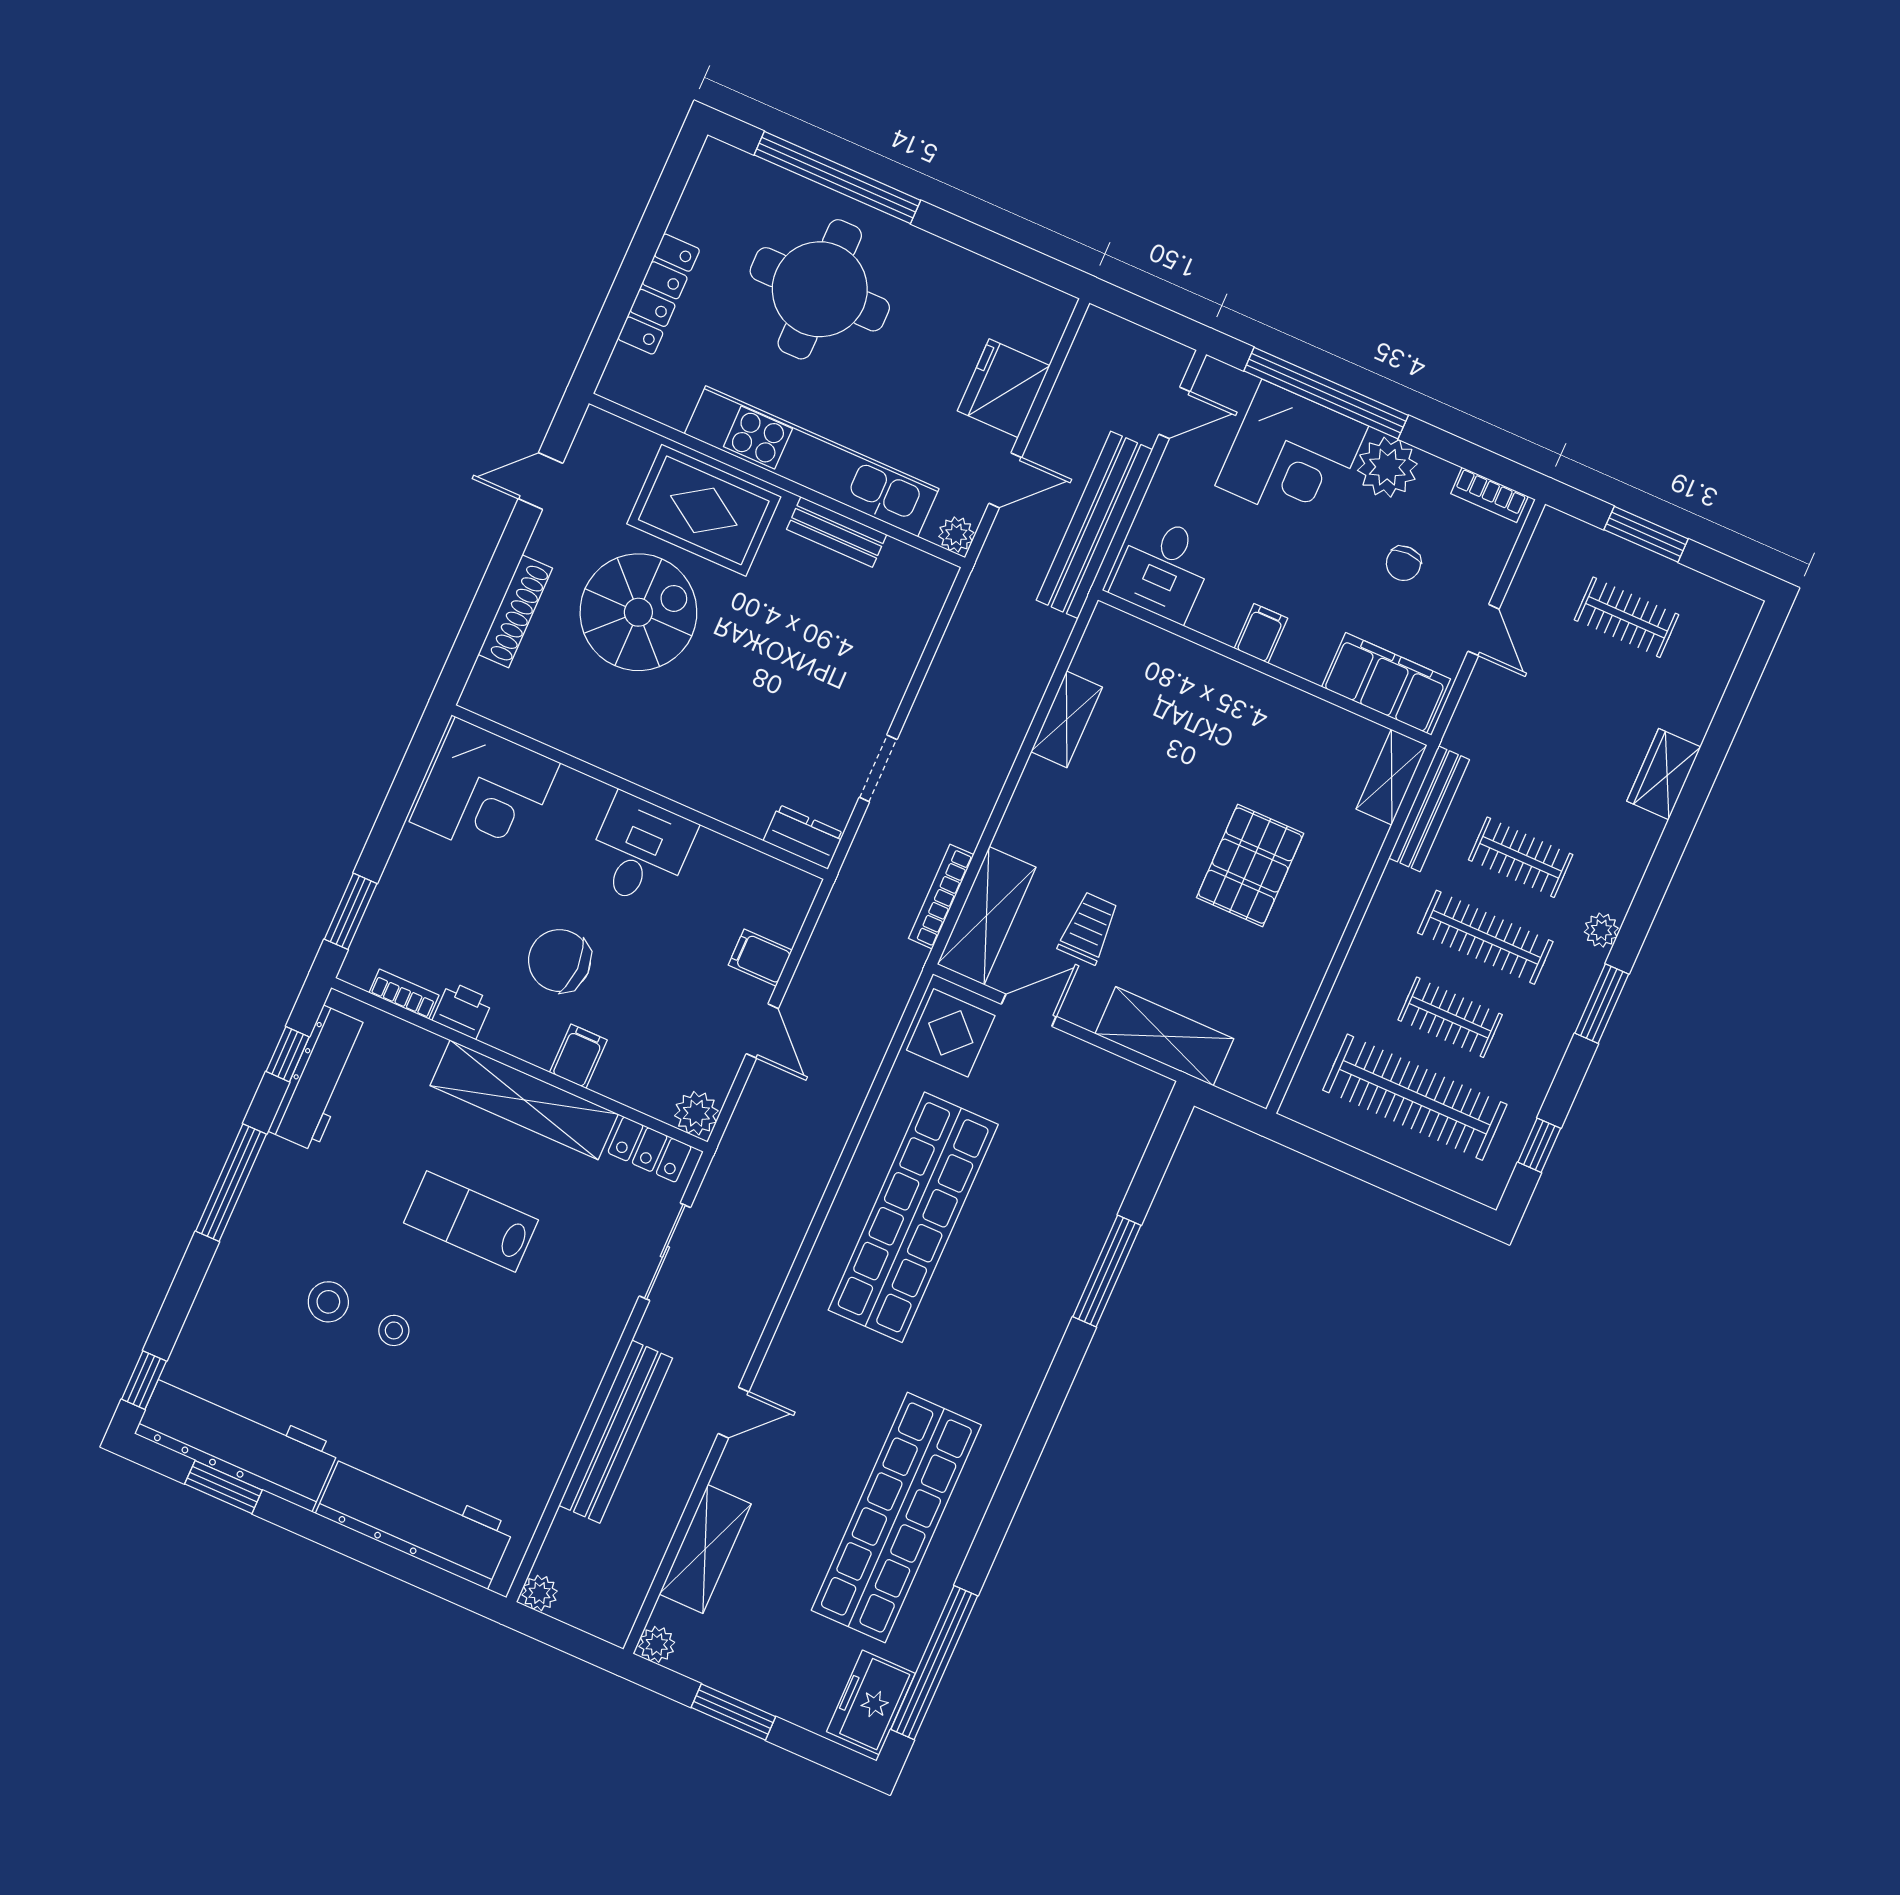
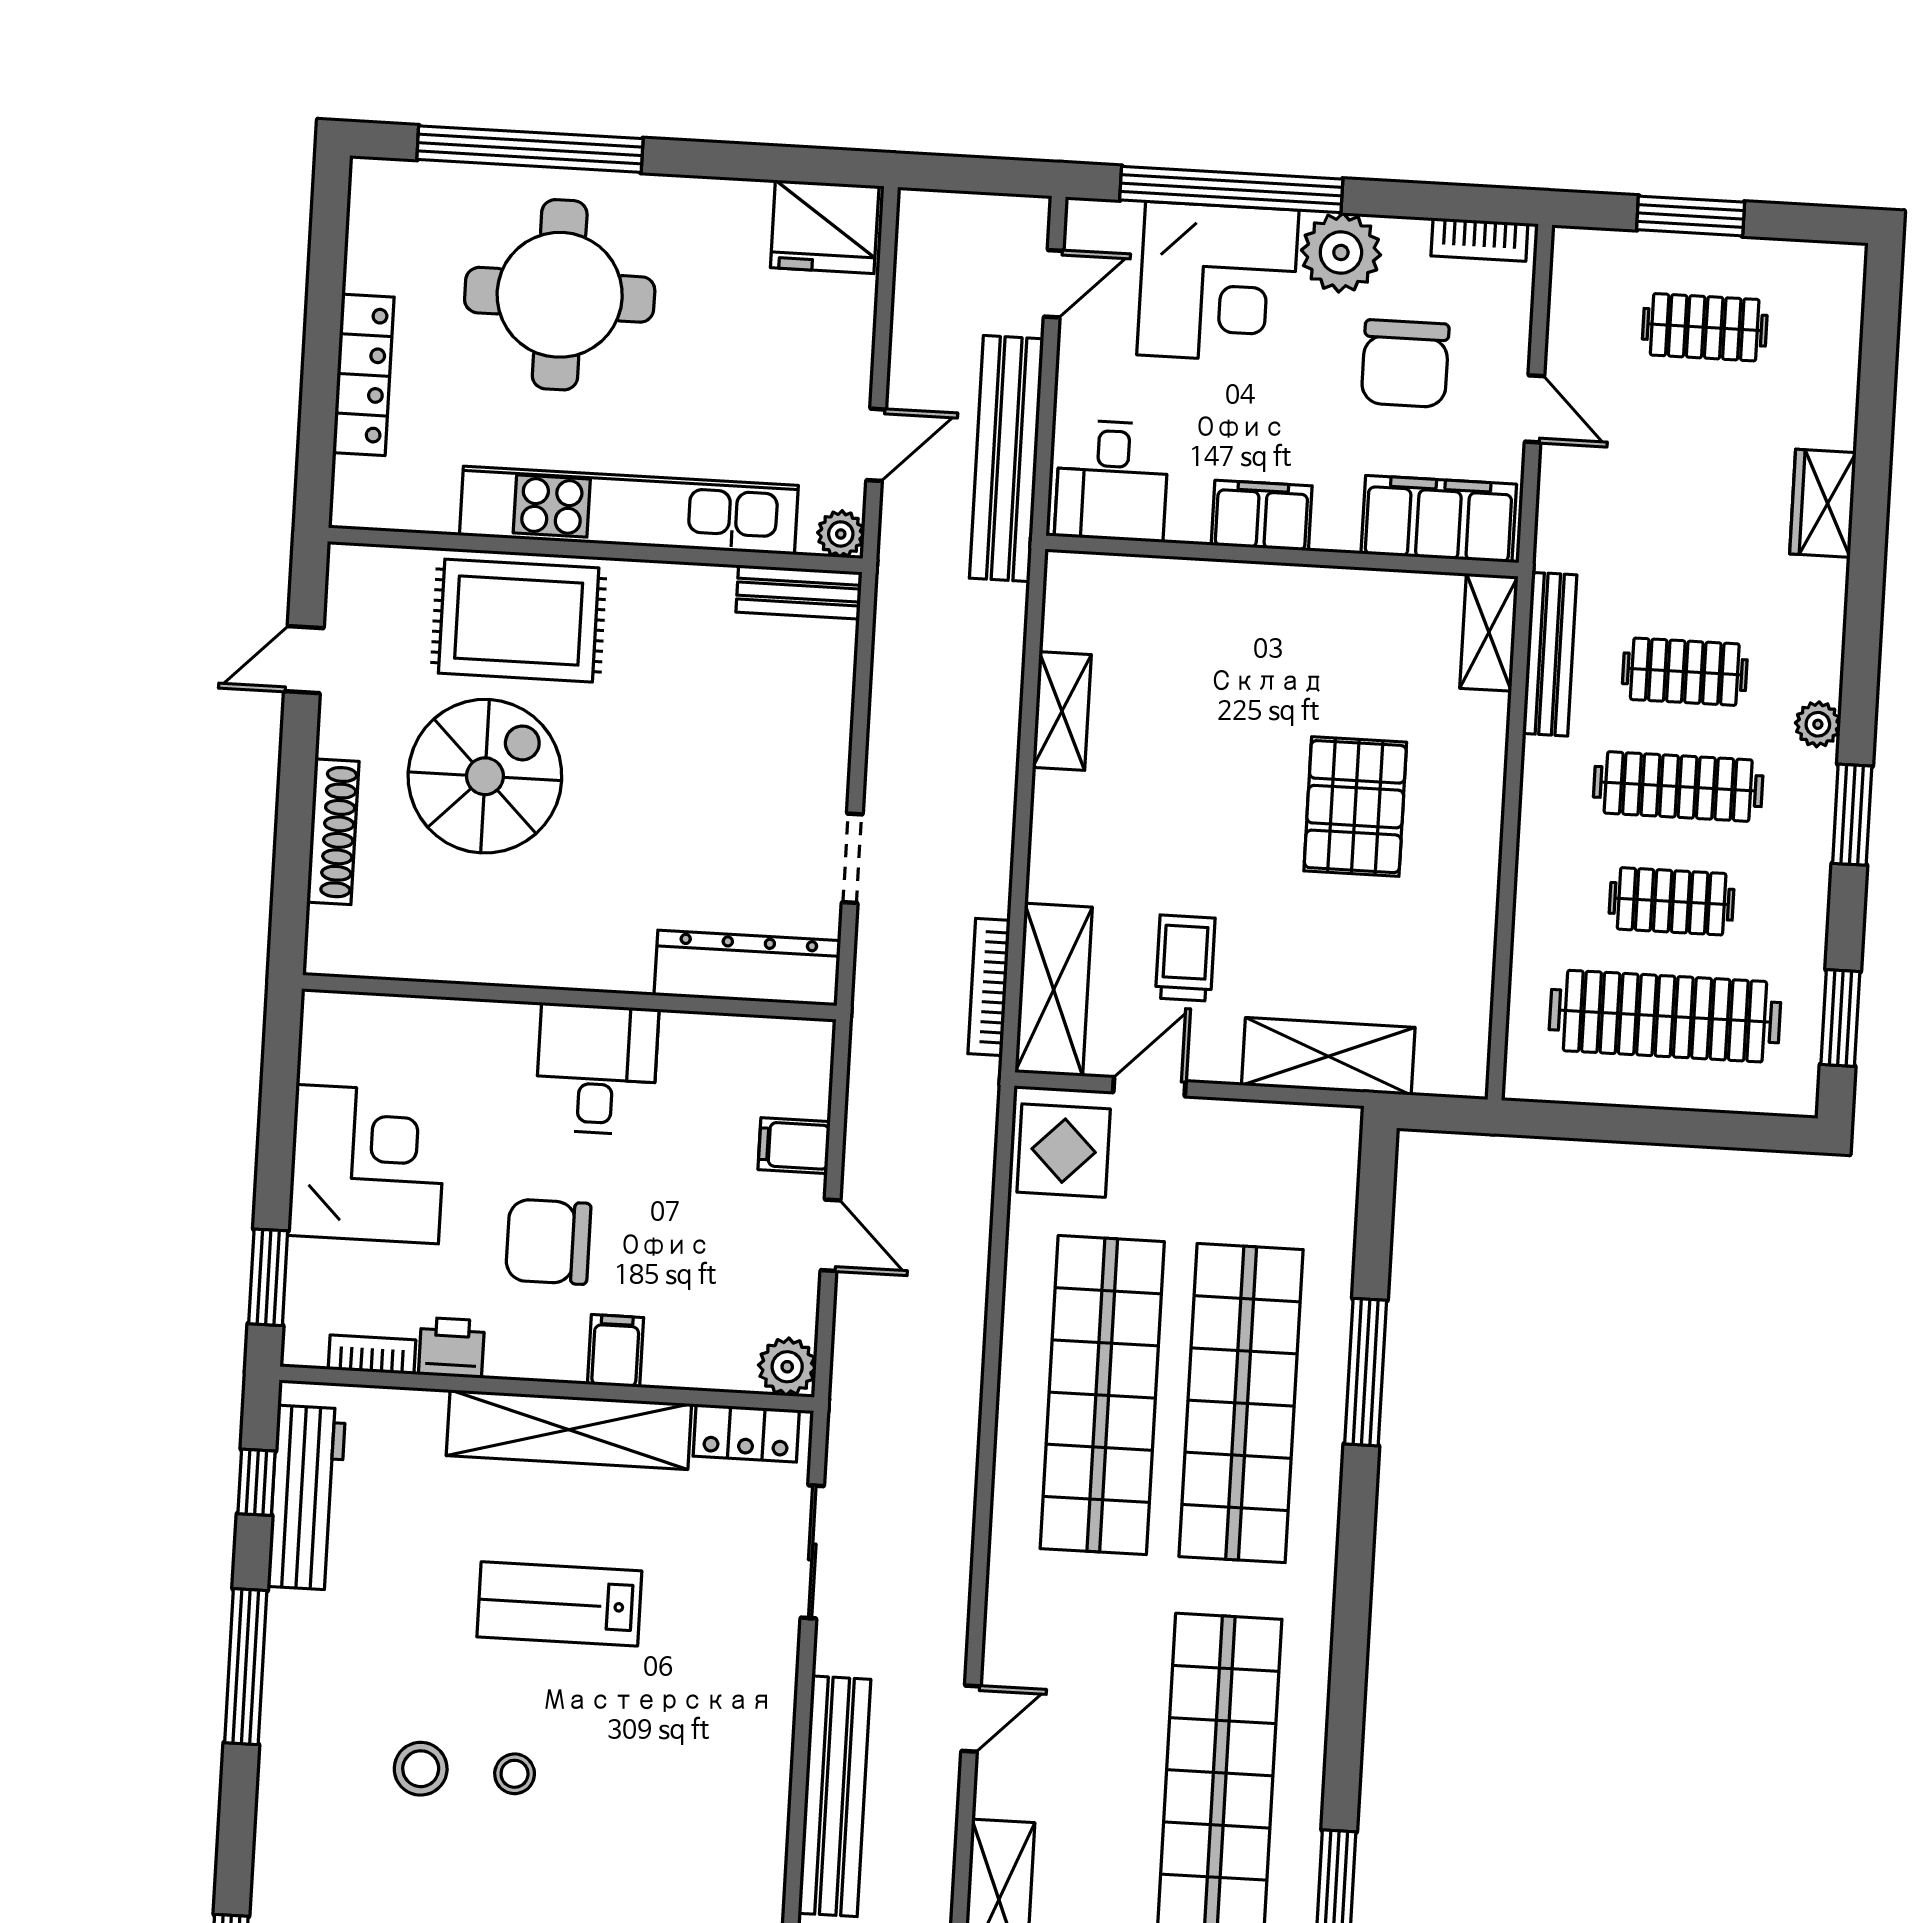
fridge: (1004, 388) -> (825, 227), moved, turned -90
bench: (837, 532) -> (799, 592), moved
chair: (1403, 563) -> (1405, 364), width x1.87, depth x1.87
filing cabinet: (1261, 633) -> (1262, 515), width x2.00
corner desk: (485, 792) -> (367, 1164), moved, turned -90
dresser: (803, 837) -> (747, 968), width x1.96, depth x1.24
window: (1539, 1145) -> (1840, 1018), width x1.50
shop shelf: (1010, 1260) -> (1241, 1403), added

